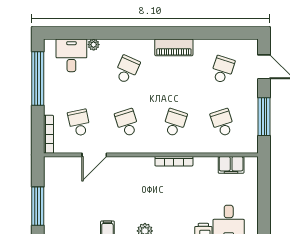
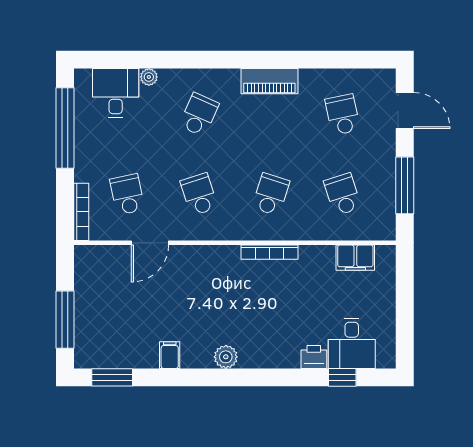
school desk: (223, 70) -> (343, 115), turned -30

